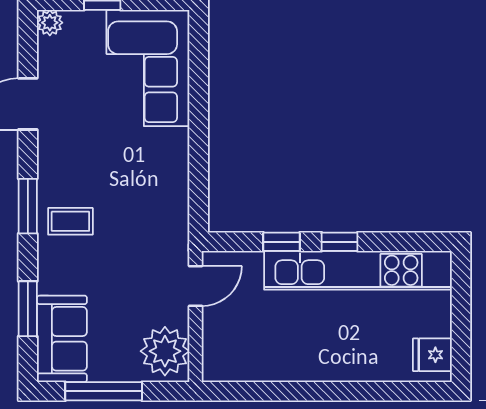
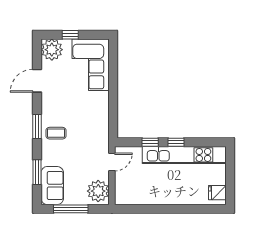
plant: (50, 23) -> (52, 50), width x1.87, depth x1.87

